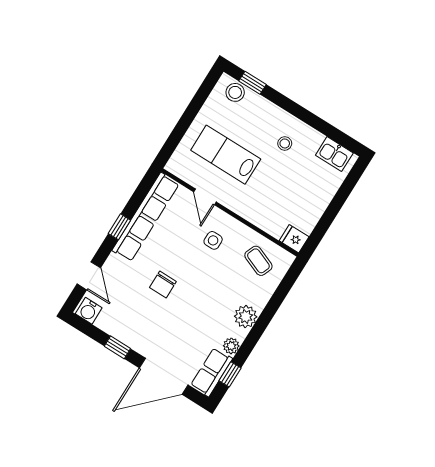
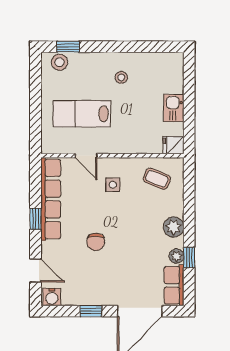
kitchen sink: (334, 154) -> (174, 108), moved, turned 90
window: (230, 374) -> (189, 258), moved

